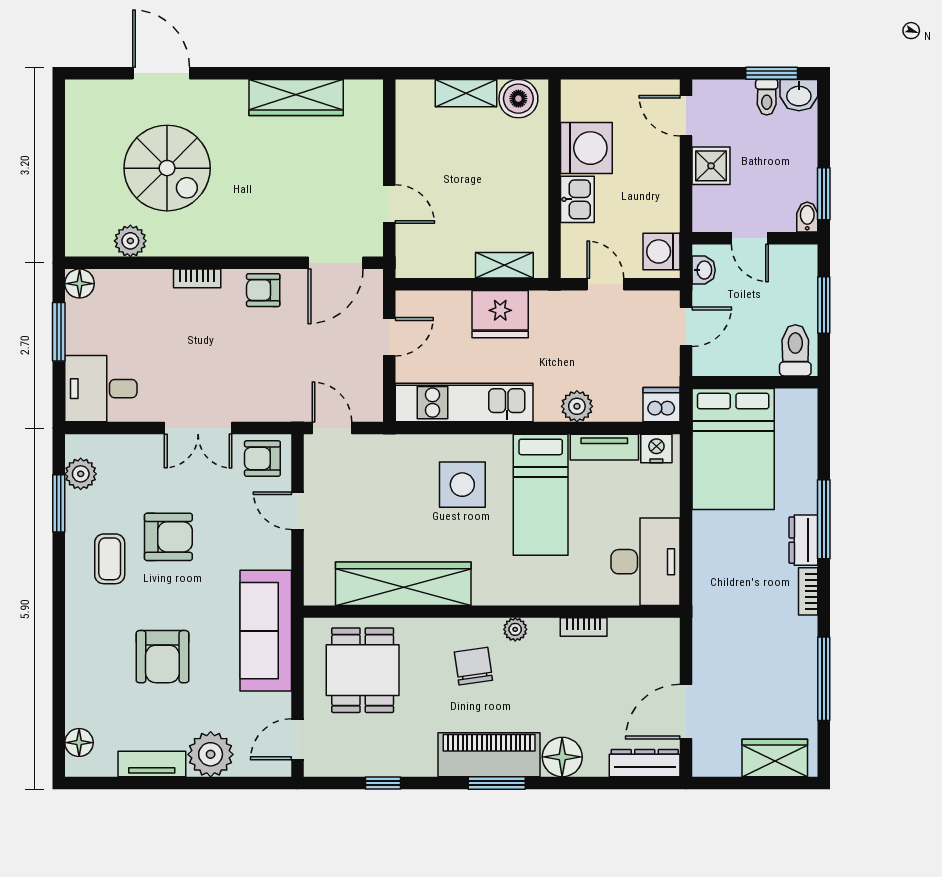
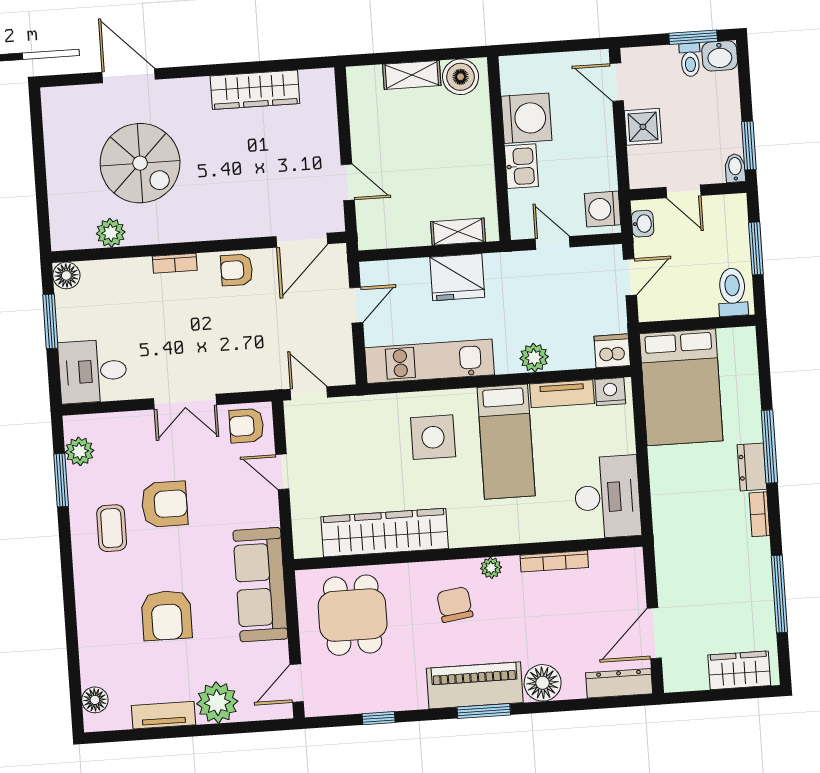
bookcase: (584, 627) -> (554, 561), width x1.56

